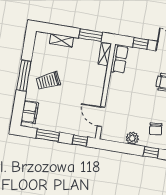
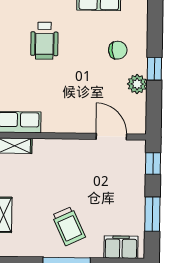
door: (101, 117) -> (111, 137), swing flipped
window: (151, 152) -> (154, 69), moved

